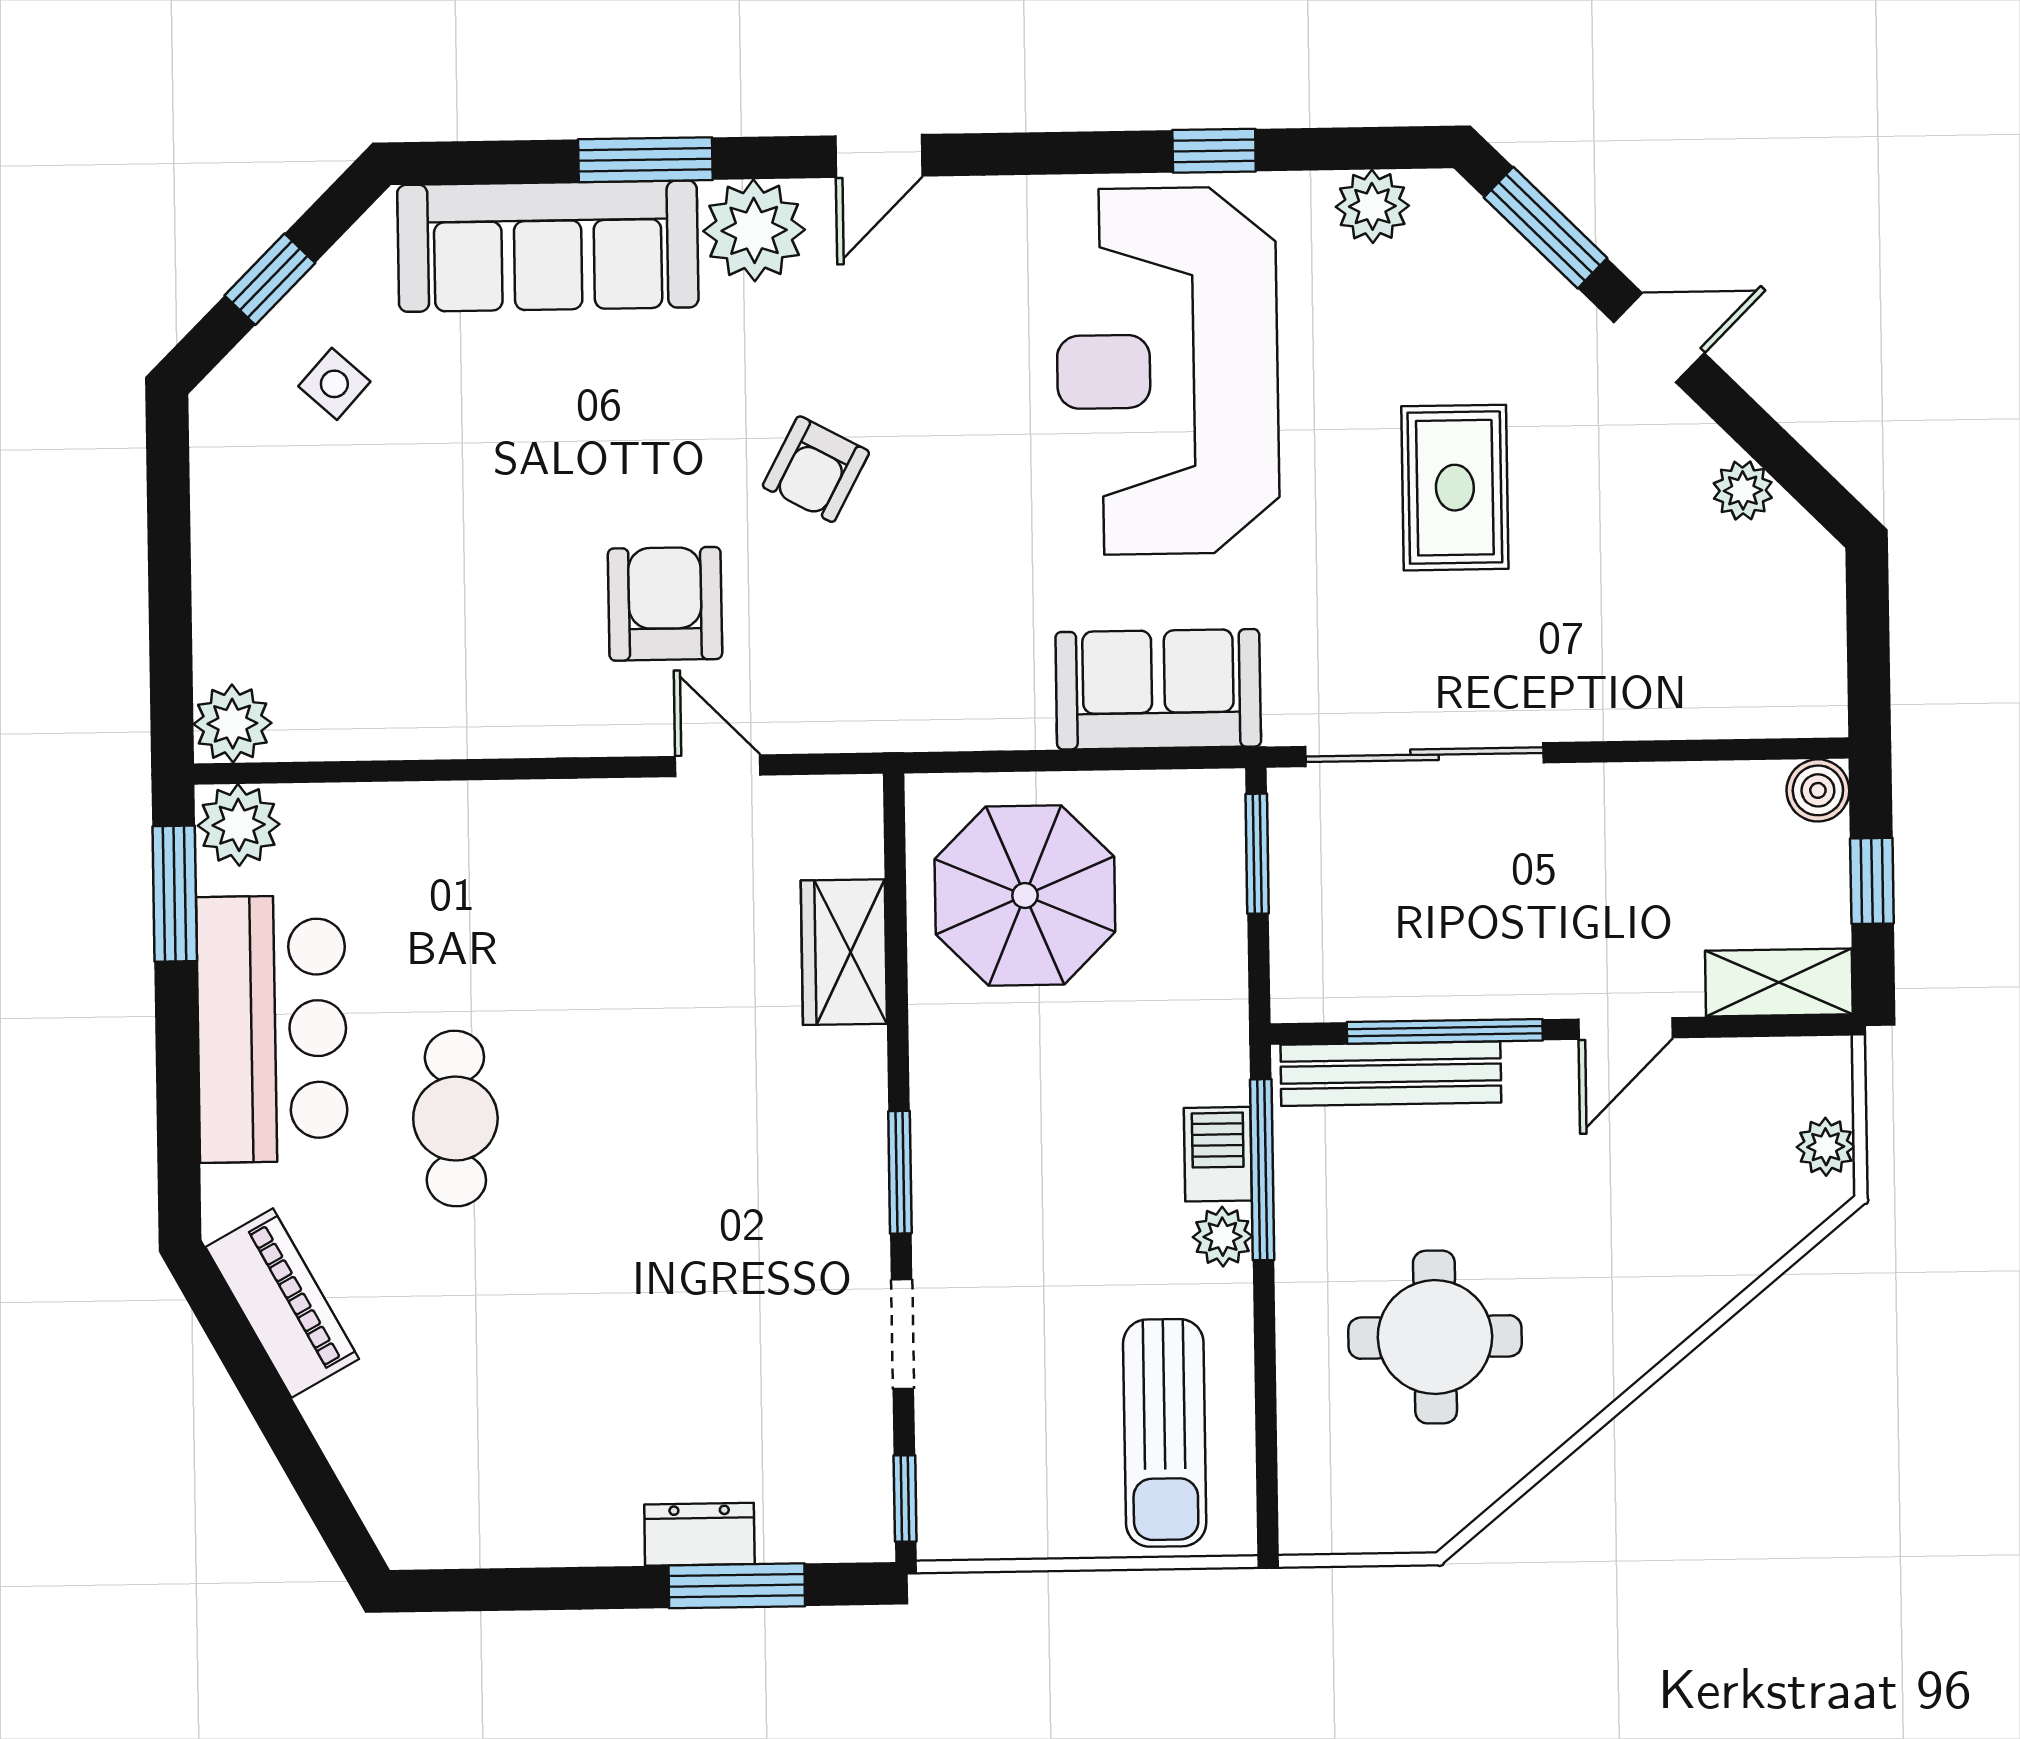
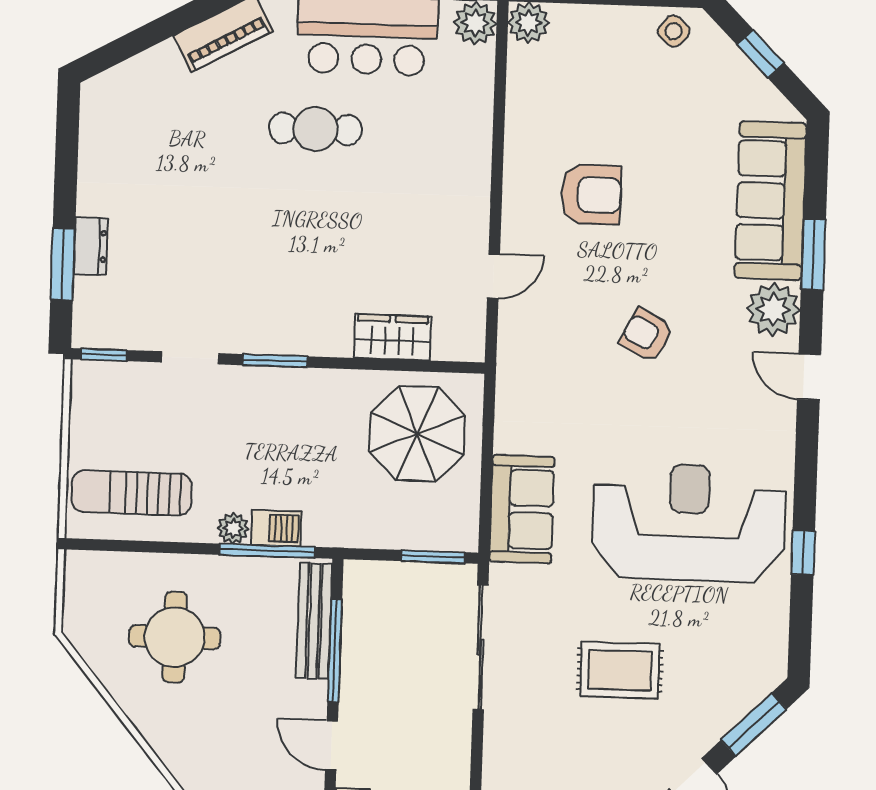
plant: (1372, 206) -> (770, 634), removed
side table: (334, 384) -> (674, 31), moved
armchair: (665, 604) -> (591, 195), moved

